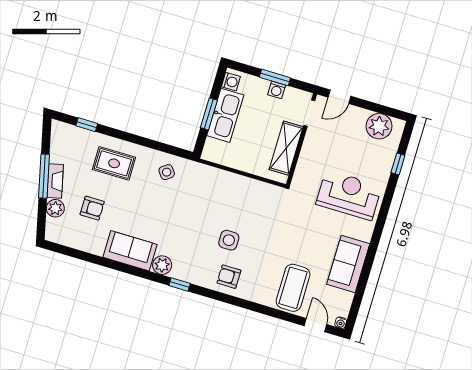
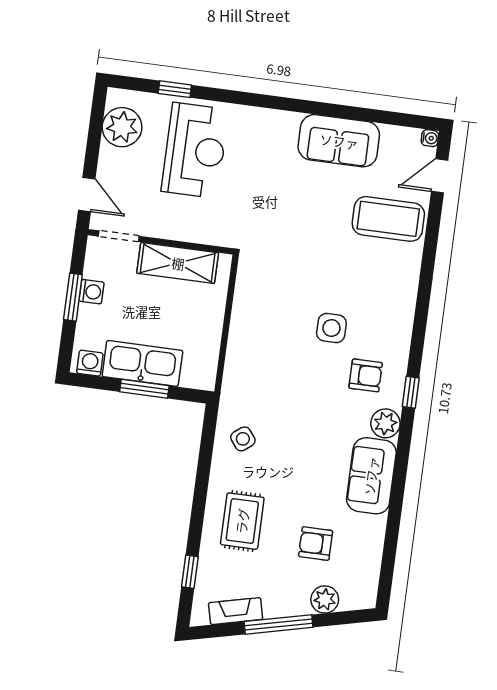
fireplace: (55, 181) -> (236, 611), moved
reception desk: (349, 195) -> (195, 150), moved, turned 180
armchair: (92, 208) -> (316, 544), turned -90
armchair: (229, 277) -> (366, 375), moved, turned -90

